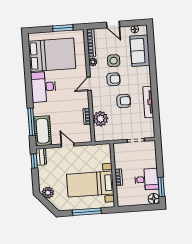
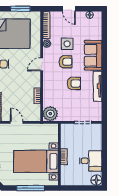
sofa: (140, 51) -> (93, 55), moved
plant: (100, 119) -> (50, 114), moved
window: (161, 187) -> (104, 169), removed

